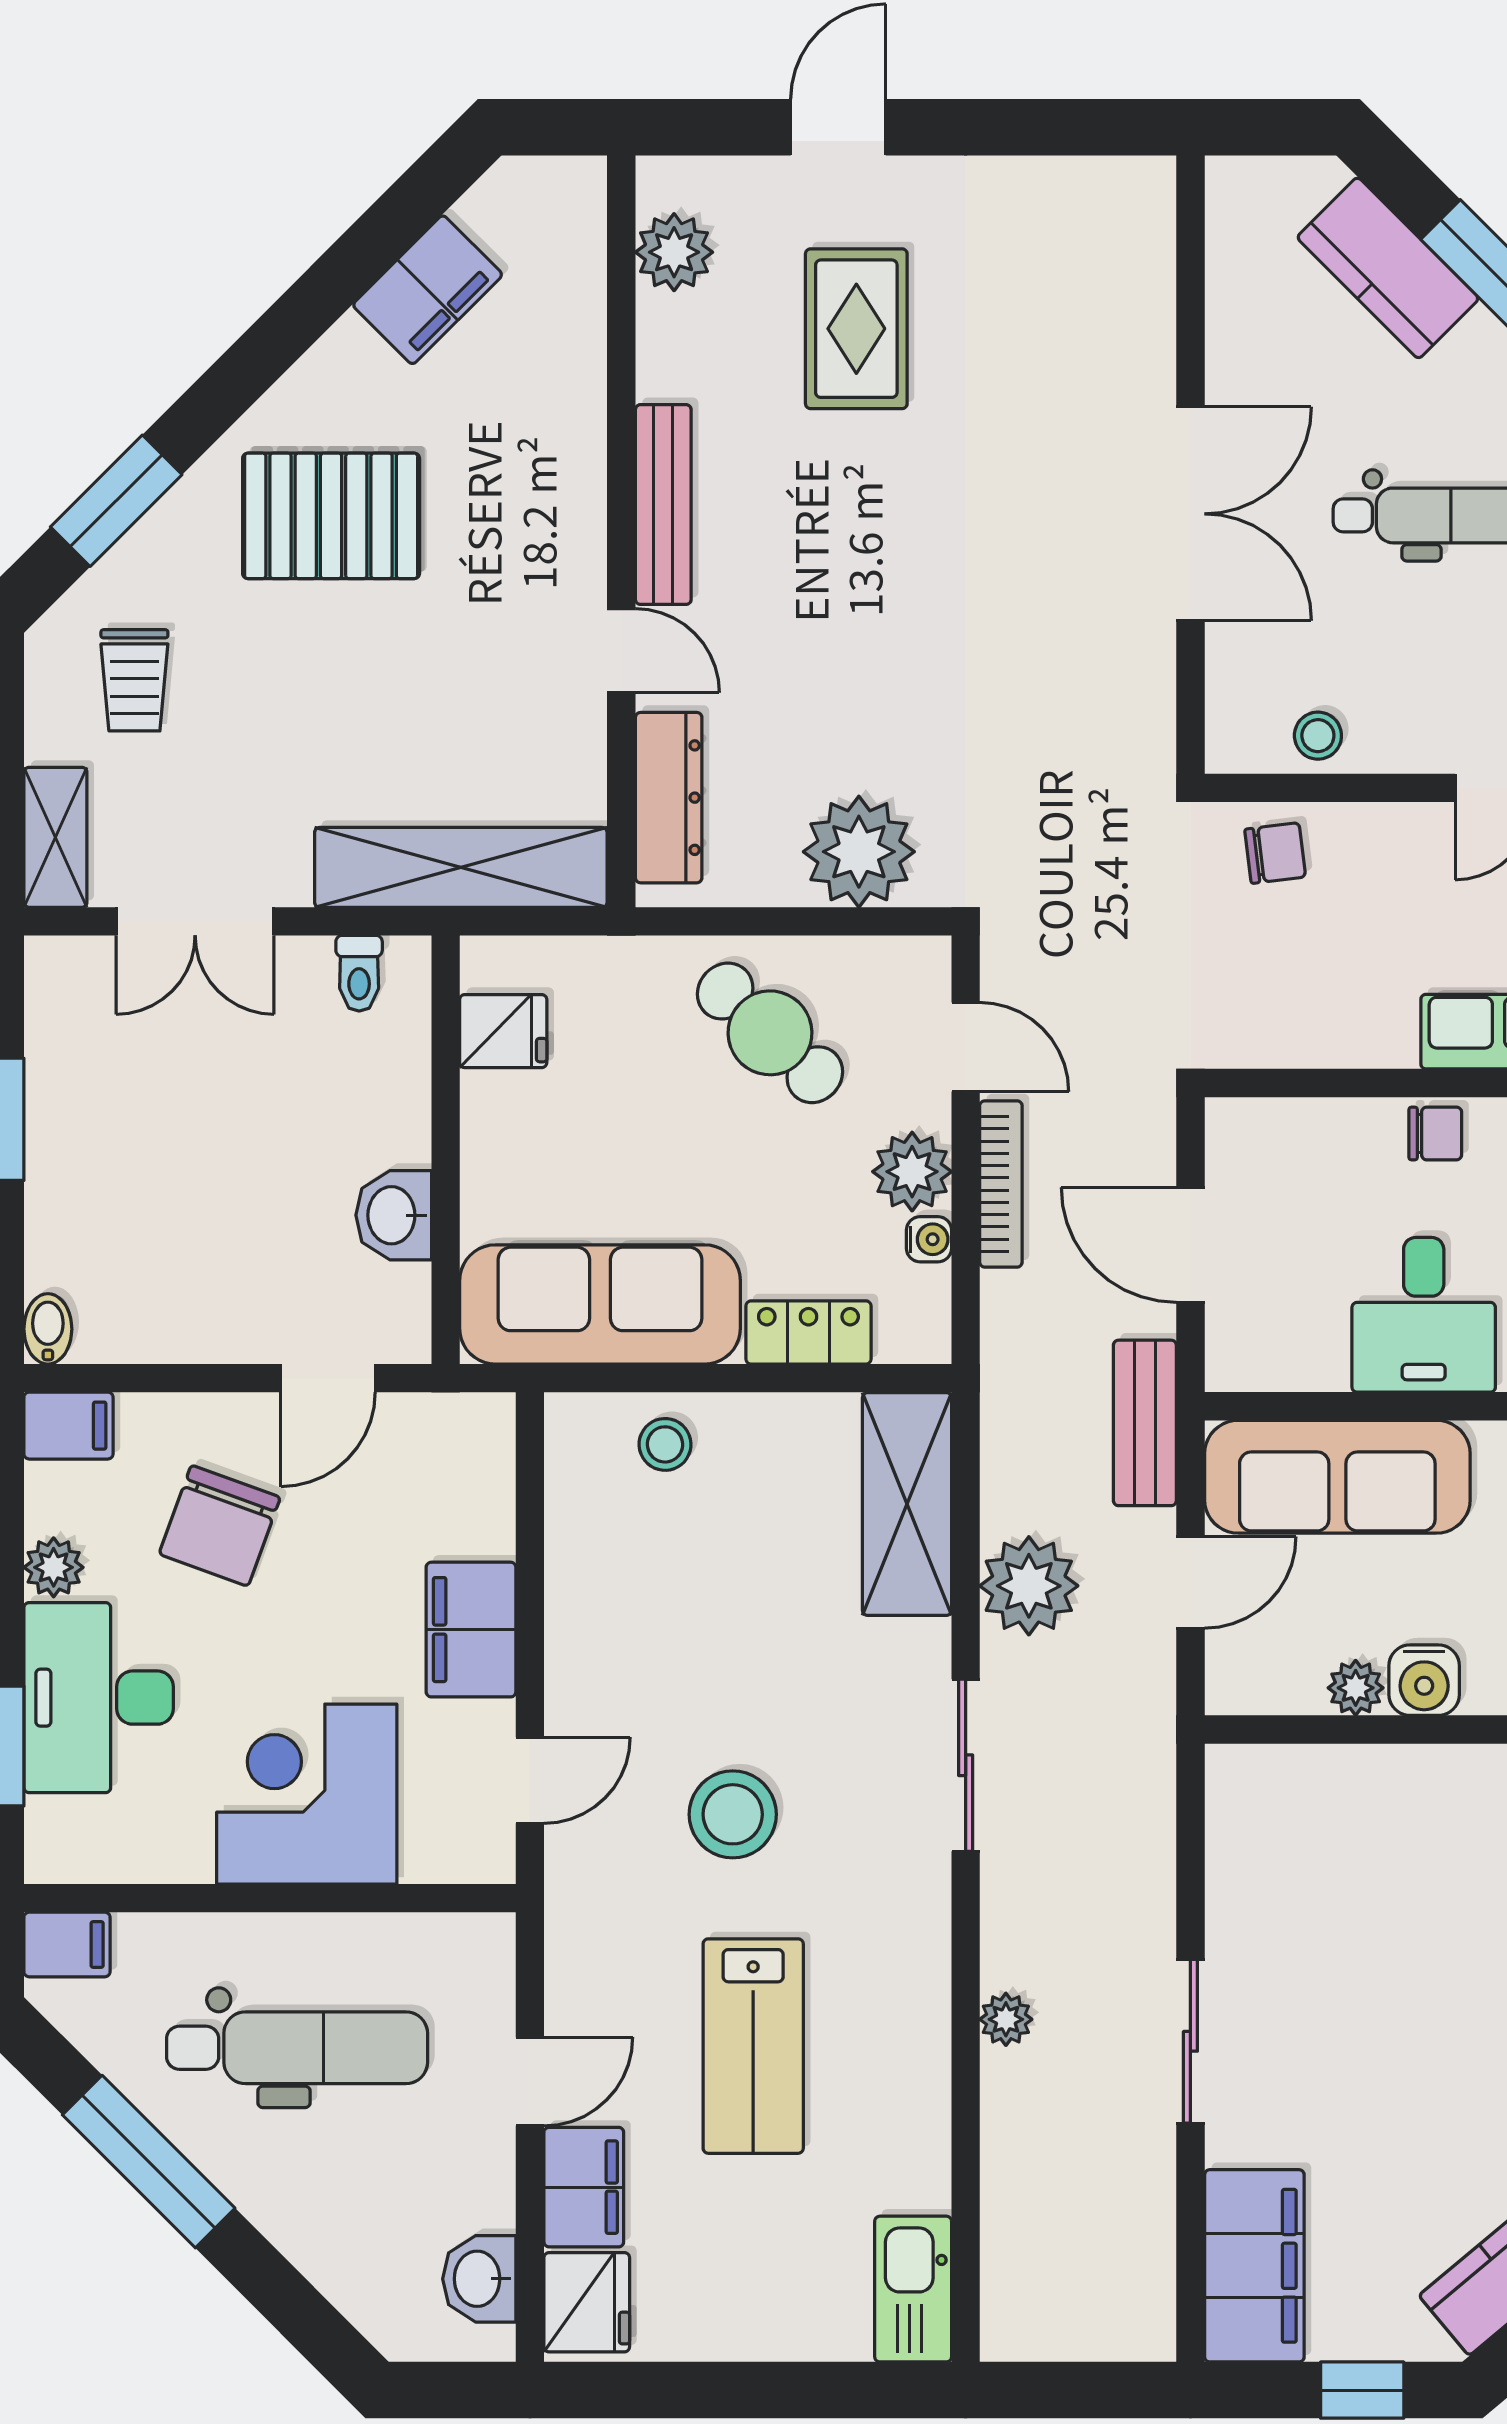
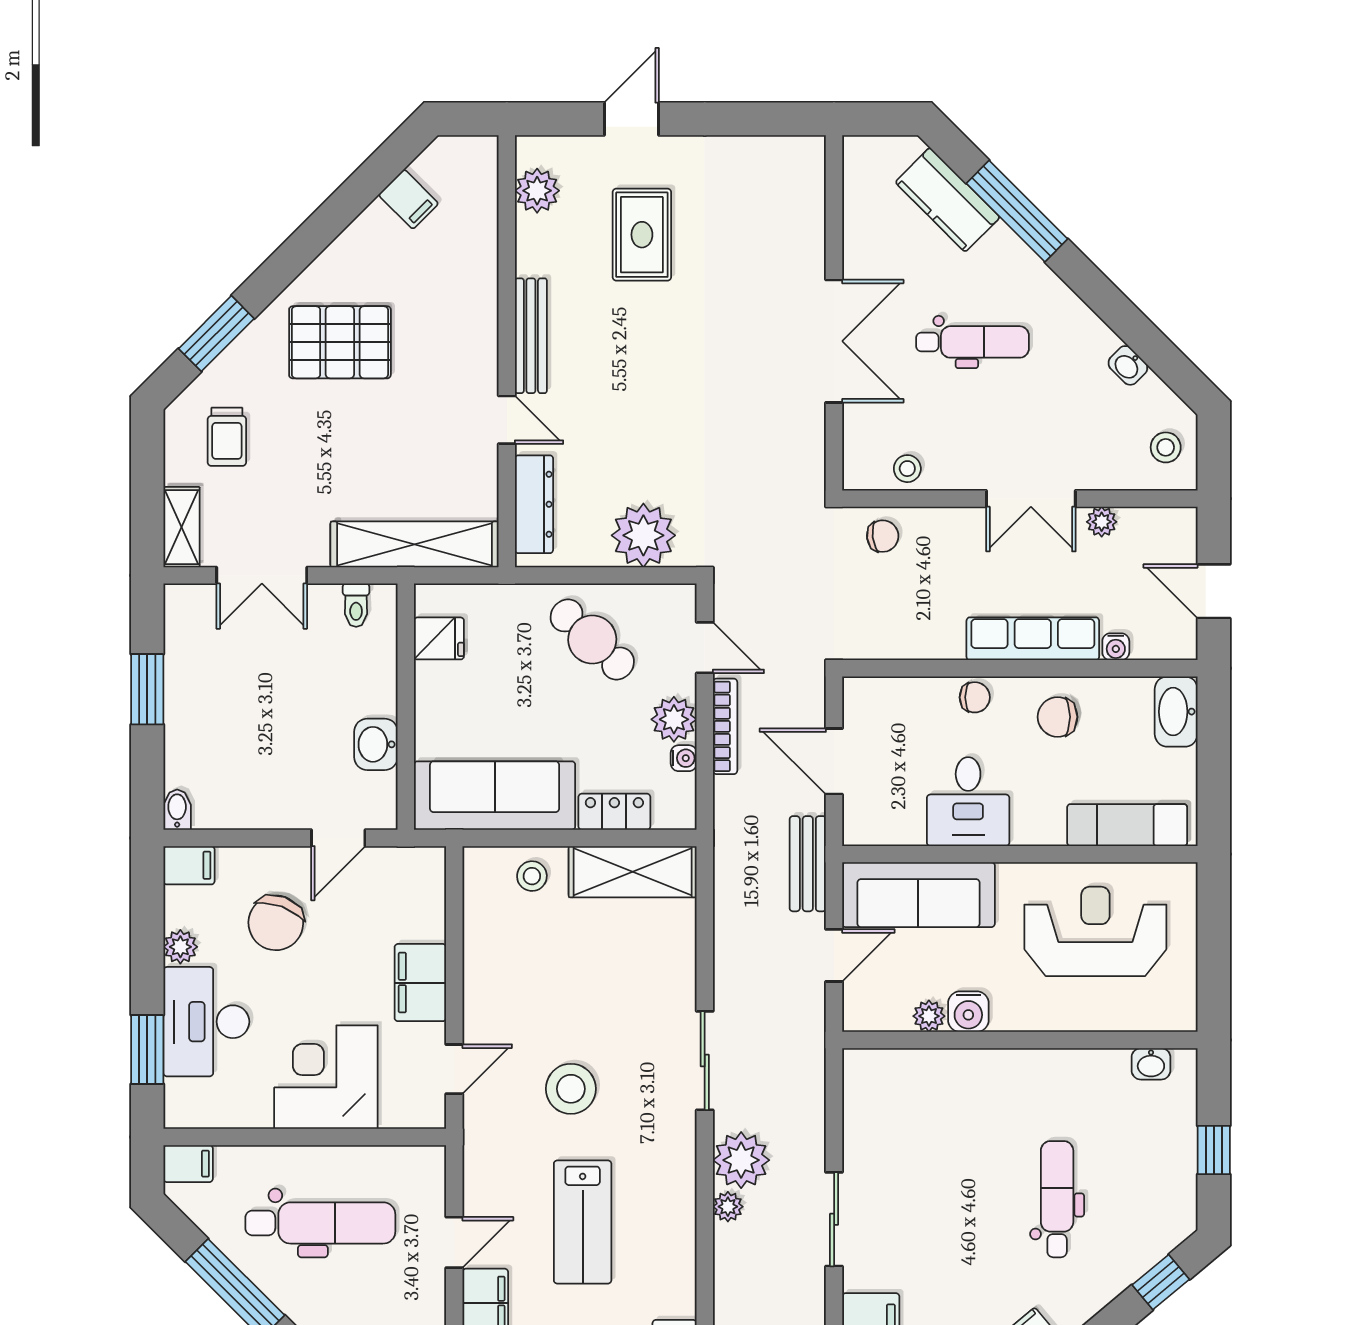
filing cabinet: (428, 290) -> (408, 199), width x0.50
shelving: (907, 1504) -> (633, 872), moved, turned 90
plant: (1029, 1586) -> (741, 1160), moved

